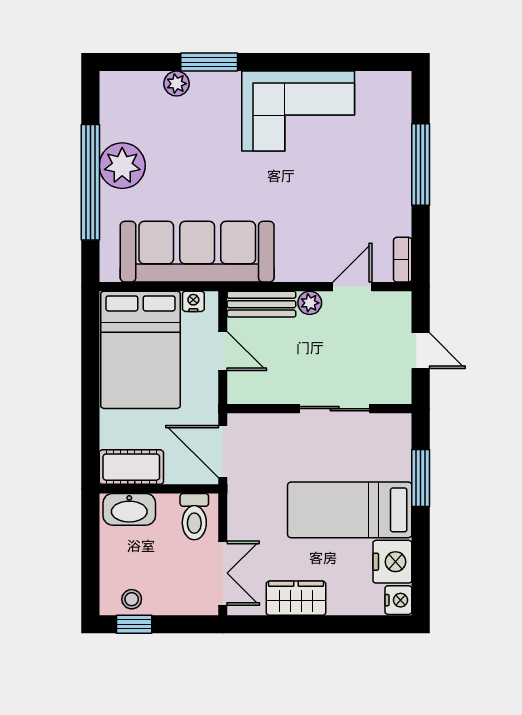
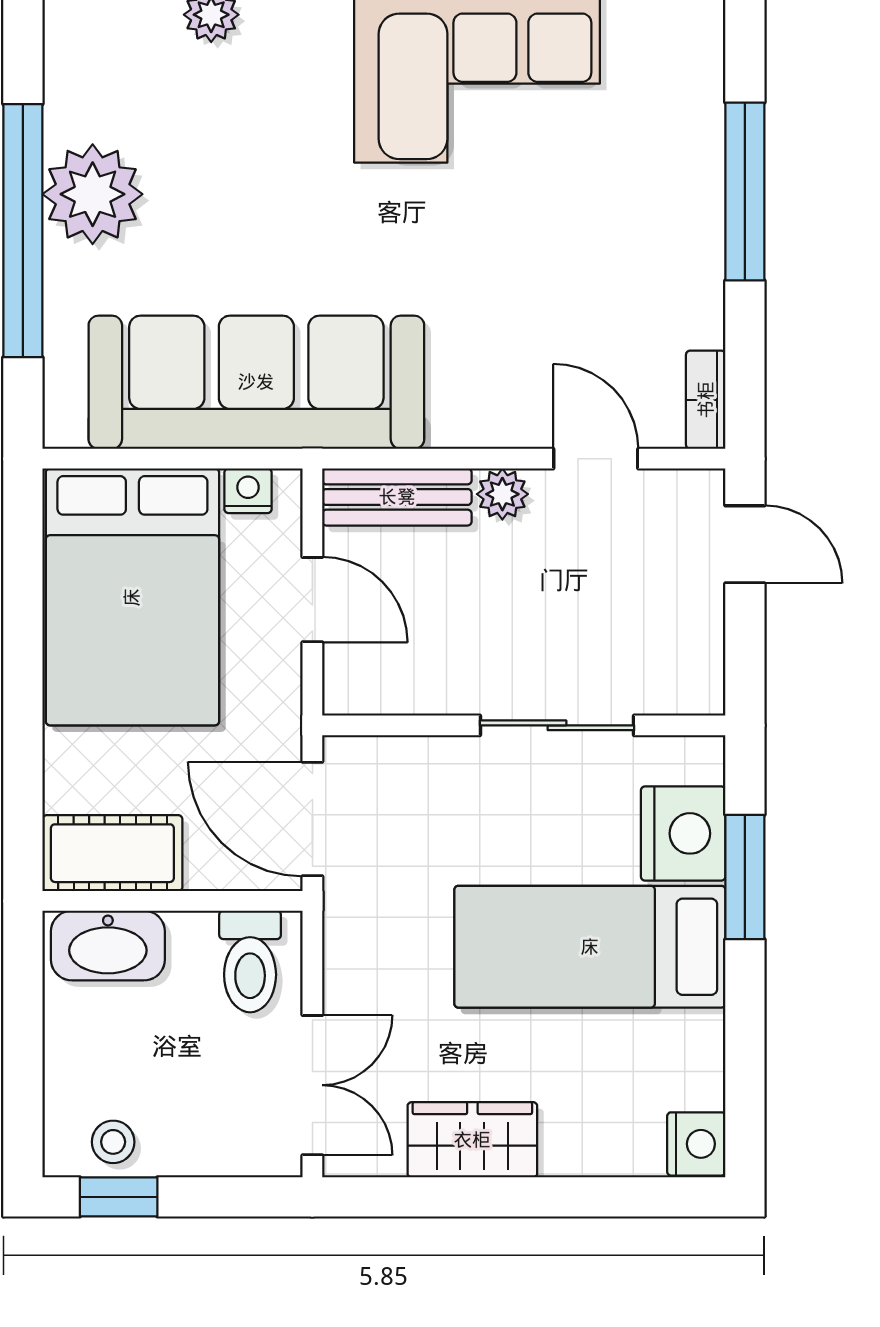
door: (352, 287) -> (596, 459), hinge flipped
door: (421, 351) -> (745, 544), moved
nightstand: (392, 562) -> (683, 833), moved

